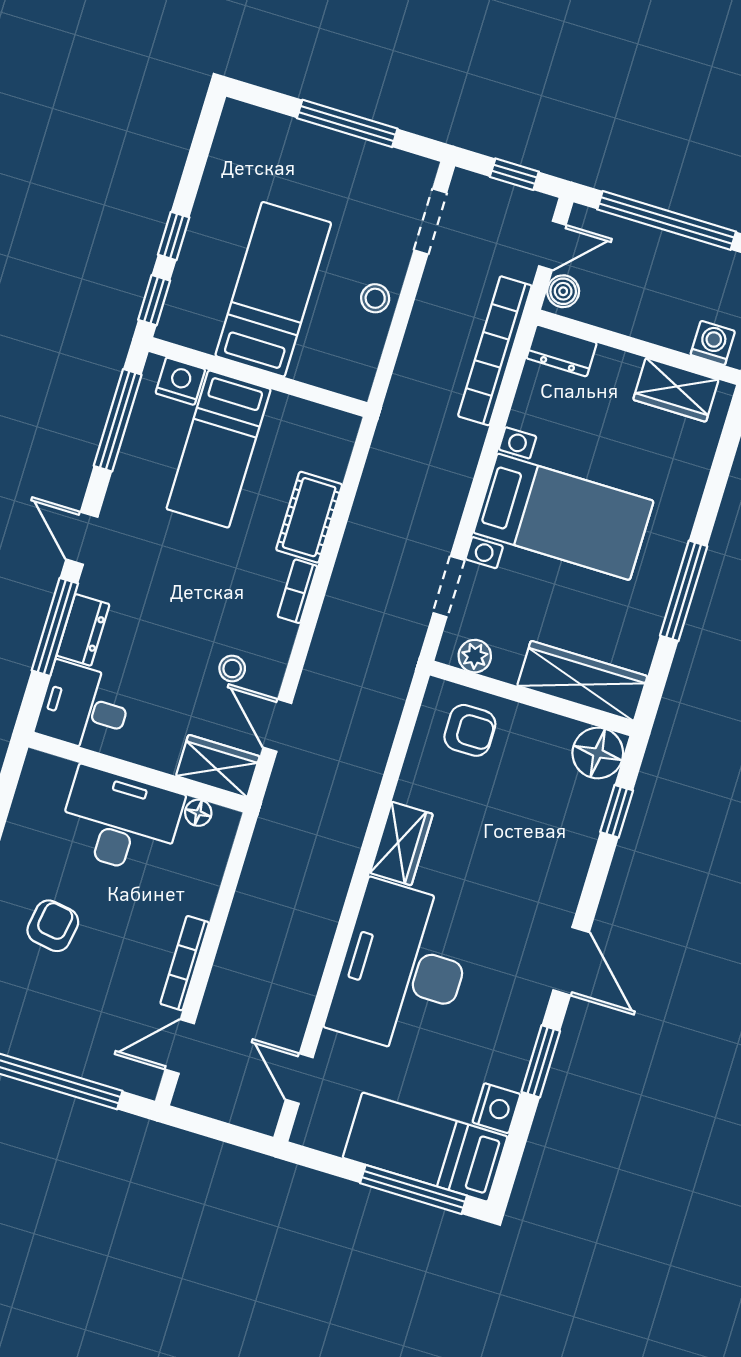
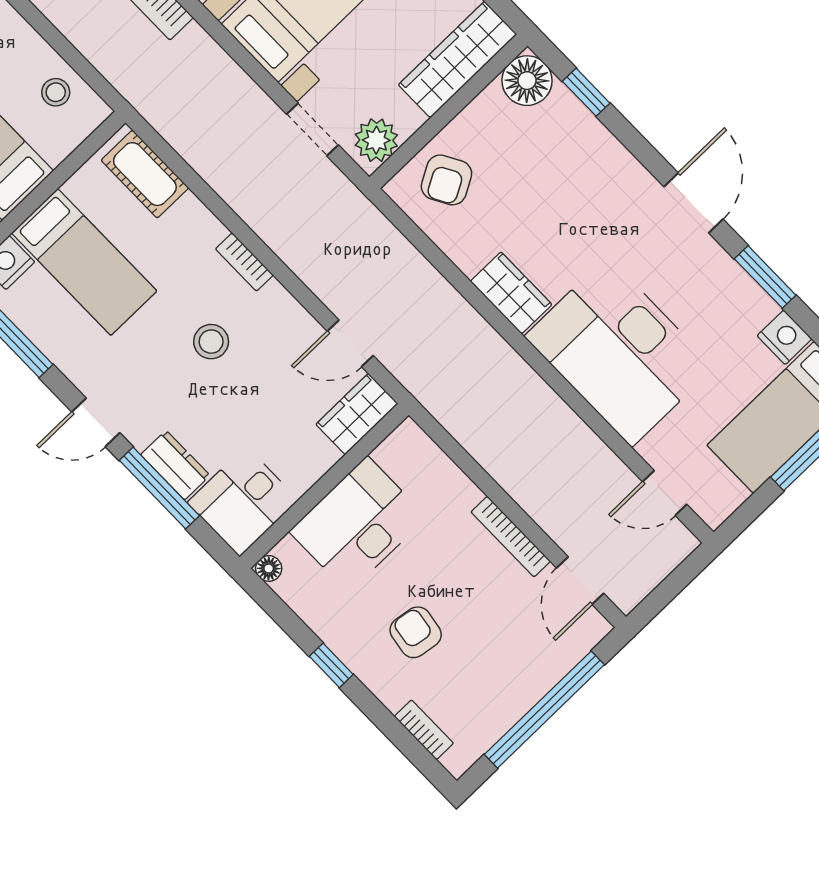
stool: (375, 298) -> (56, 92), moved
cot: (309, 517) -> (145, 174), moved
plant: (475, 656) -> (376, 140), width x1.38, depth x1.38
stool: (232, 669) -> (211, 342), moved, width x1.37, depth x1.37
armchair: (470, 730) -> (446, 180), turned 151
floor lamp: (198, 813) -> (269, 568), moved
door: (571, 961) -> (693, 203), hinge flipped

